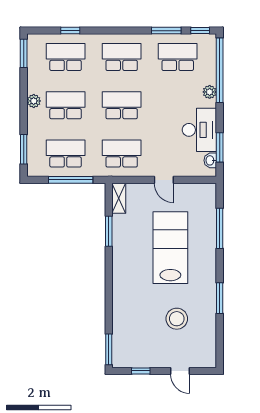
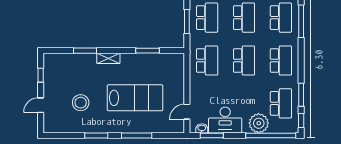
window: (70, 31) -> (301, 21), width x2.17
plant: (210, 92) -> (259, 123), width x1.87, depth x1.87
window: (71, 180) -> (187, 21), width x0.69
door: (164, 180) -> (187, 112), moved
shelving: (119, 198) -> (108, 58), moved
window: (220, 228) -> (137, 135), moved
window: (109, 349) -> (85, 51), moved

